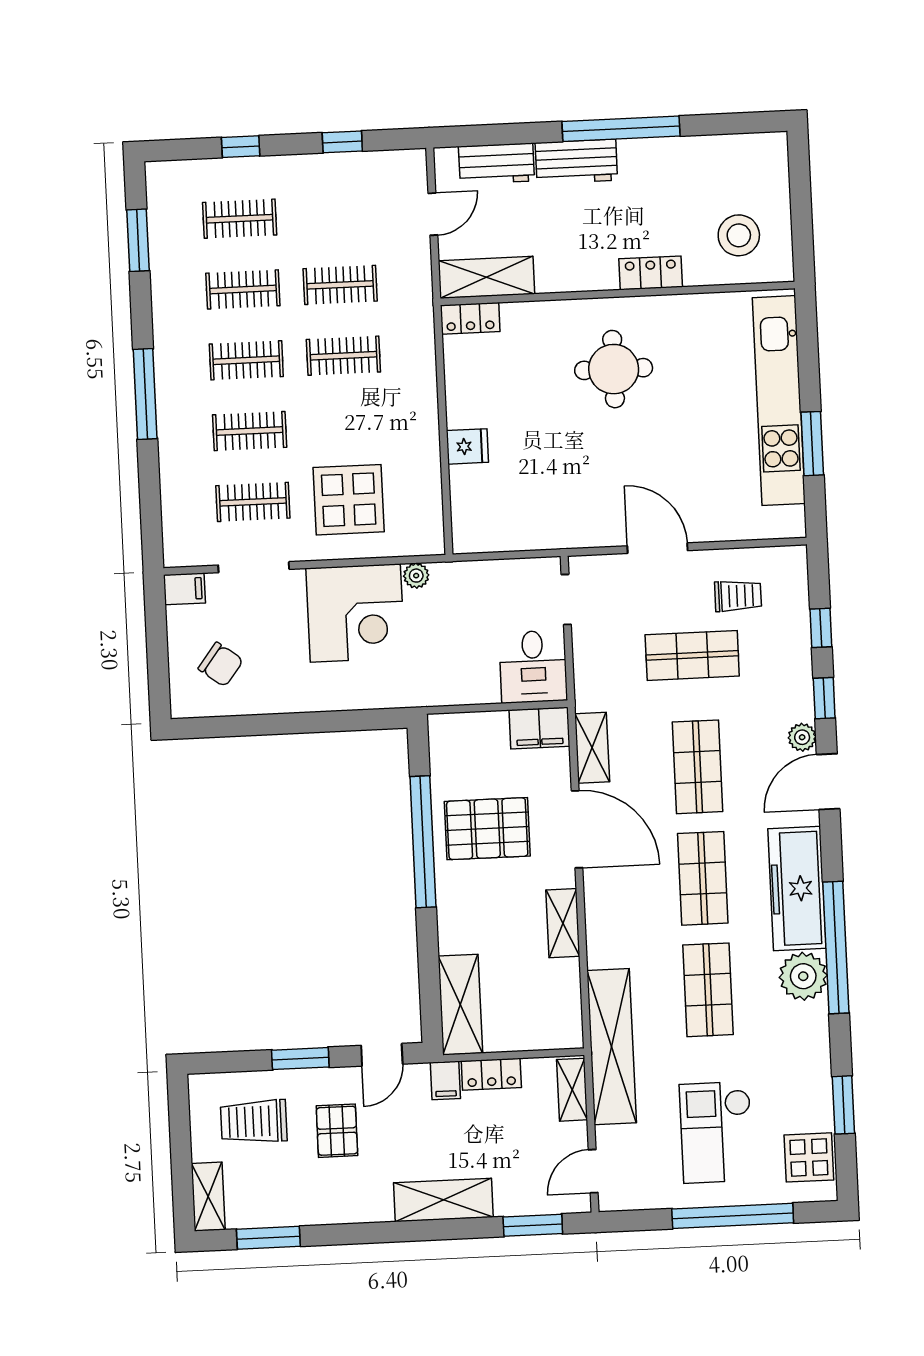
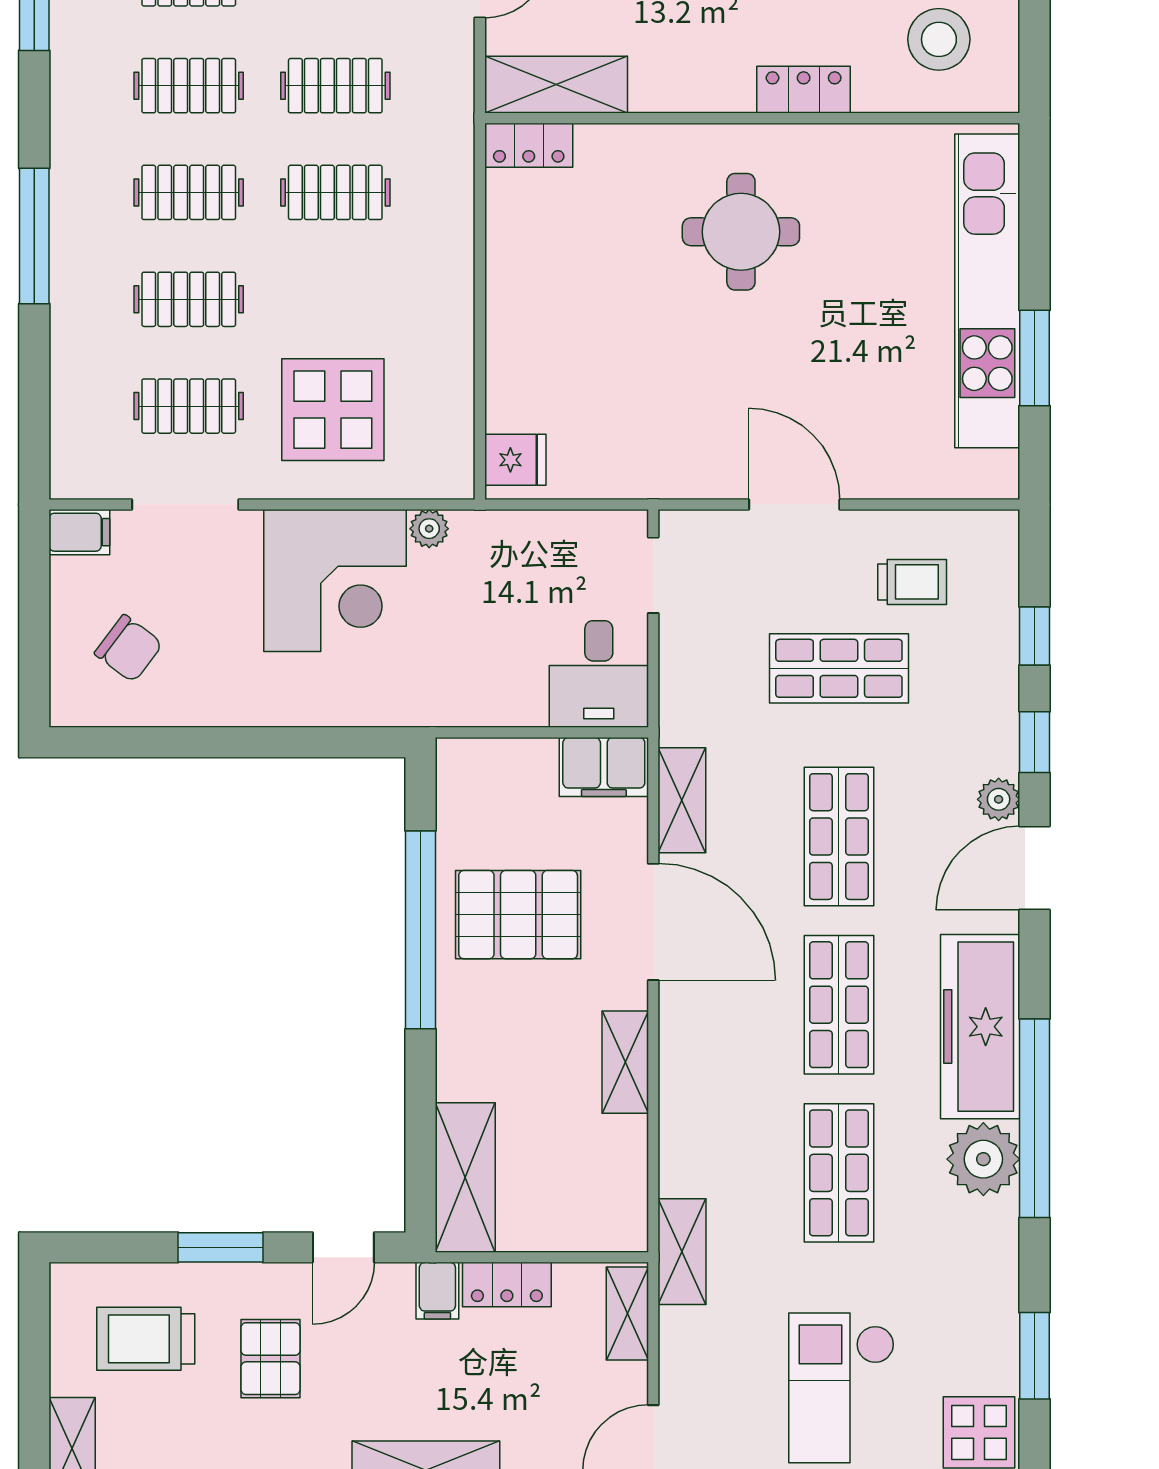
fridge: (467, 446) -> (515, 460), moved
shelving: (612, 1047) -> (682, 1252), width x0.45, depth x0.75

